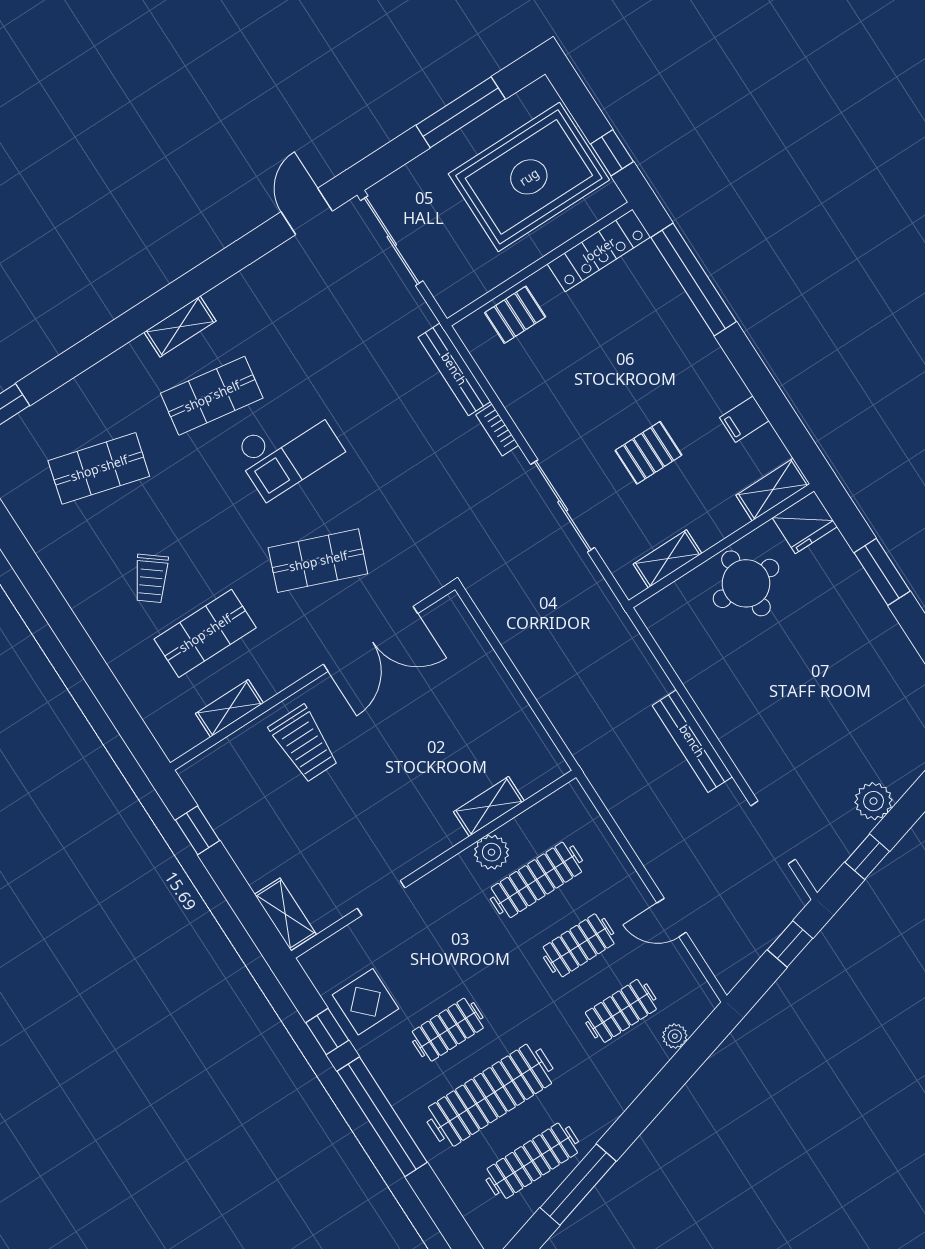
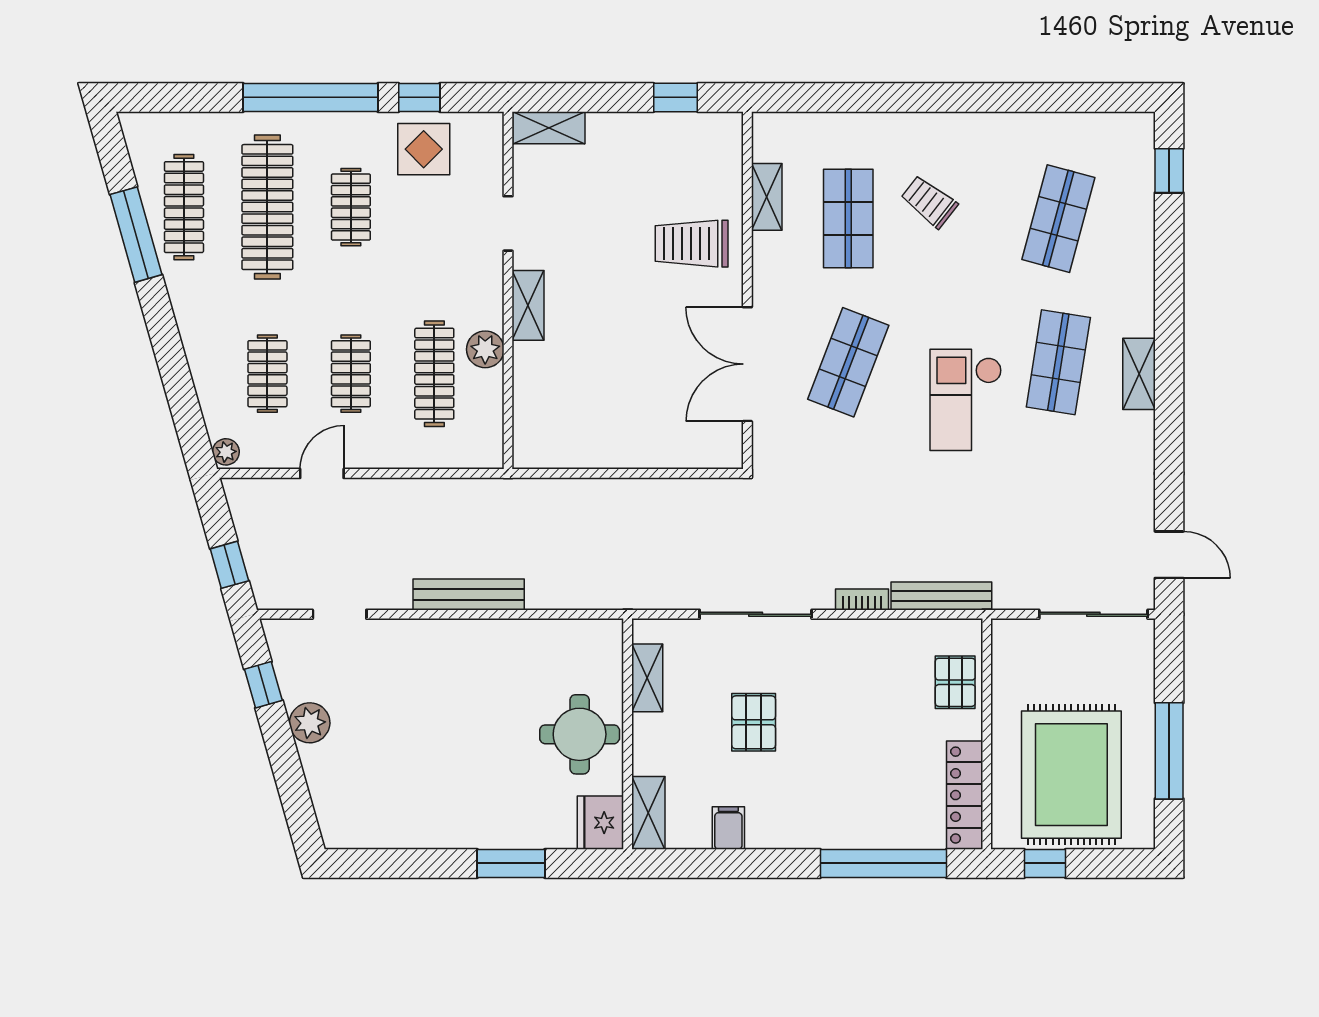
shelving: (489, 806) -> (528, 305), moved
doorway: (773, 833) -> (340, 614), width x0.73
plant: (675, 1036) -> (226, 452), moved

